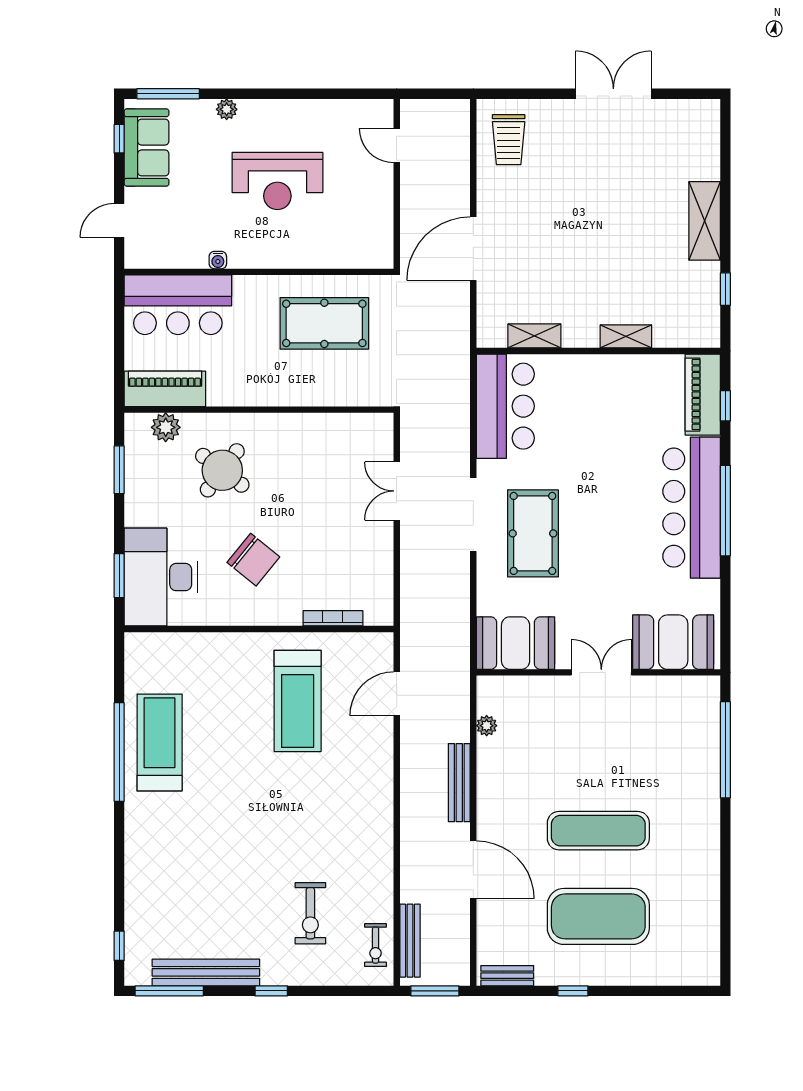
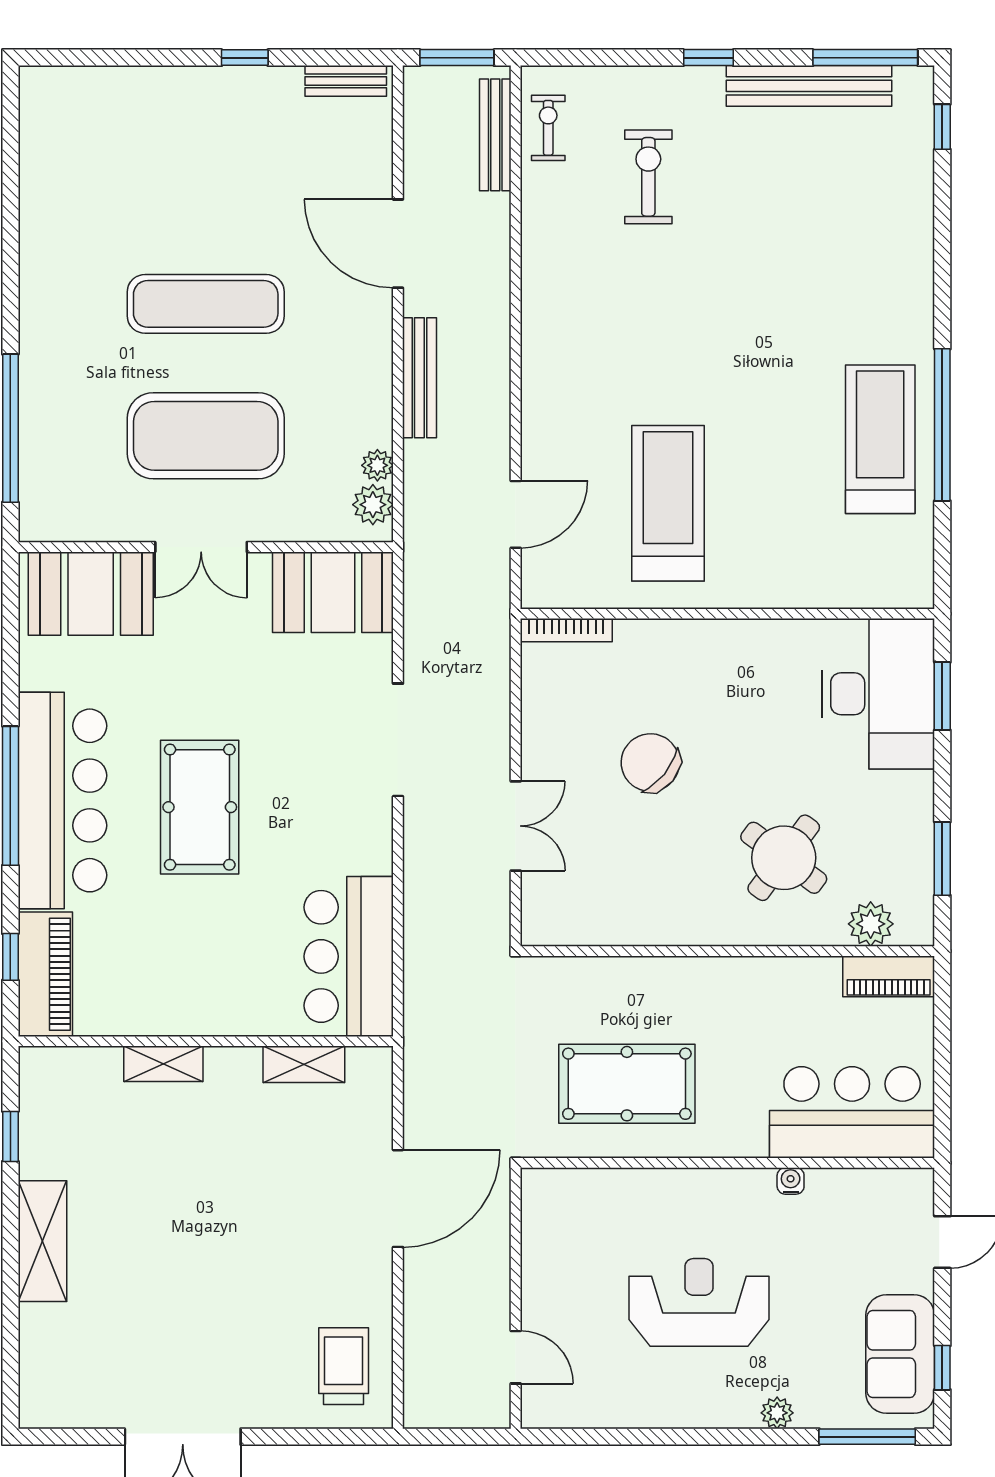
piano: (165, 389) -> (889, 976), width x0.73, depth x0.75
doorway: (473, 515) -> (398, 740), moved
pool table: (533, 533) -> (200, 807), moved
chair: (253, 560) -> (650, 763), moved
bookcase: (333, 618) -> (566, 630), moved
plant: (490, 700) -> (373, 505), added
treadmill: (160, 743) -> (880, 439), turned 180
exercise mat: (598, 916) -> (206, 436), moved

